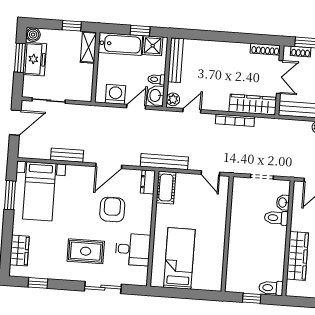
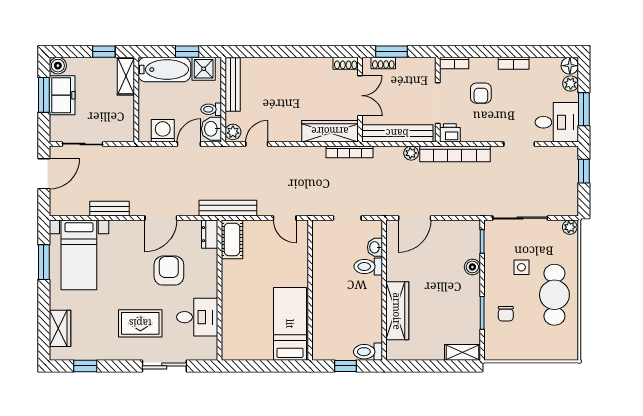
shoe rack: (265, 49) -> (346, 63), width x0.70
bookcase: (235, 120) -> (350, 152), moved
bed: (179, 258) -> (290, 324), moved

